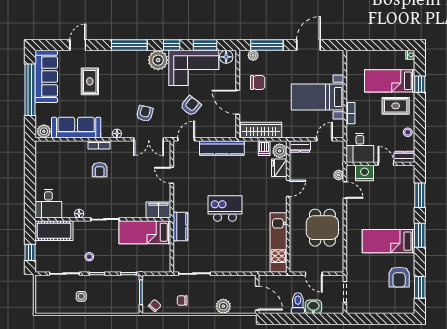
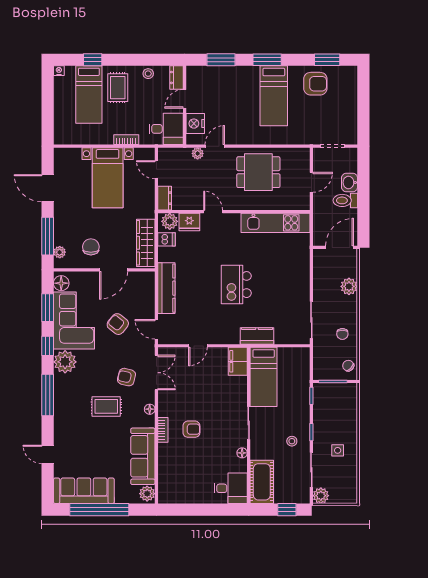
rug: (90, 81) -> (106, 406), moved
plant: (42, 282) -> (321, 496), added

